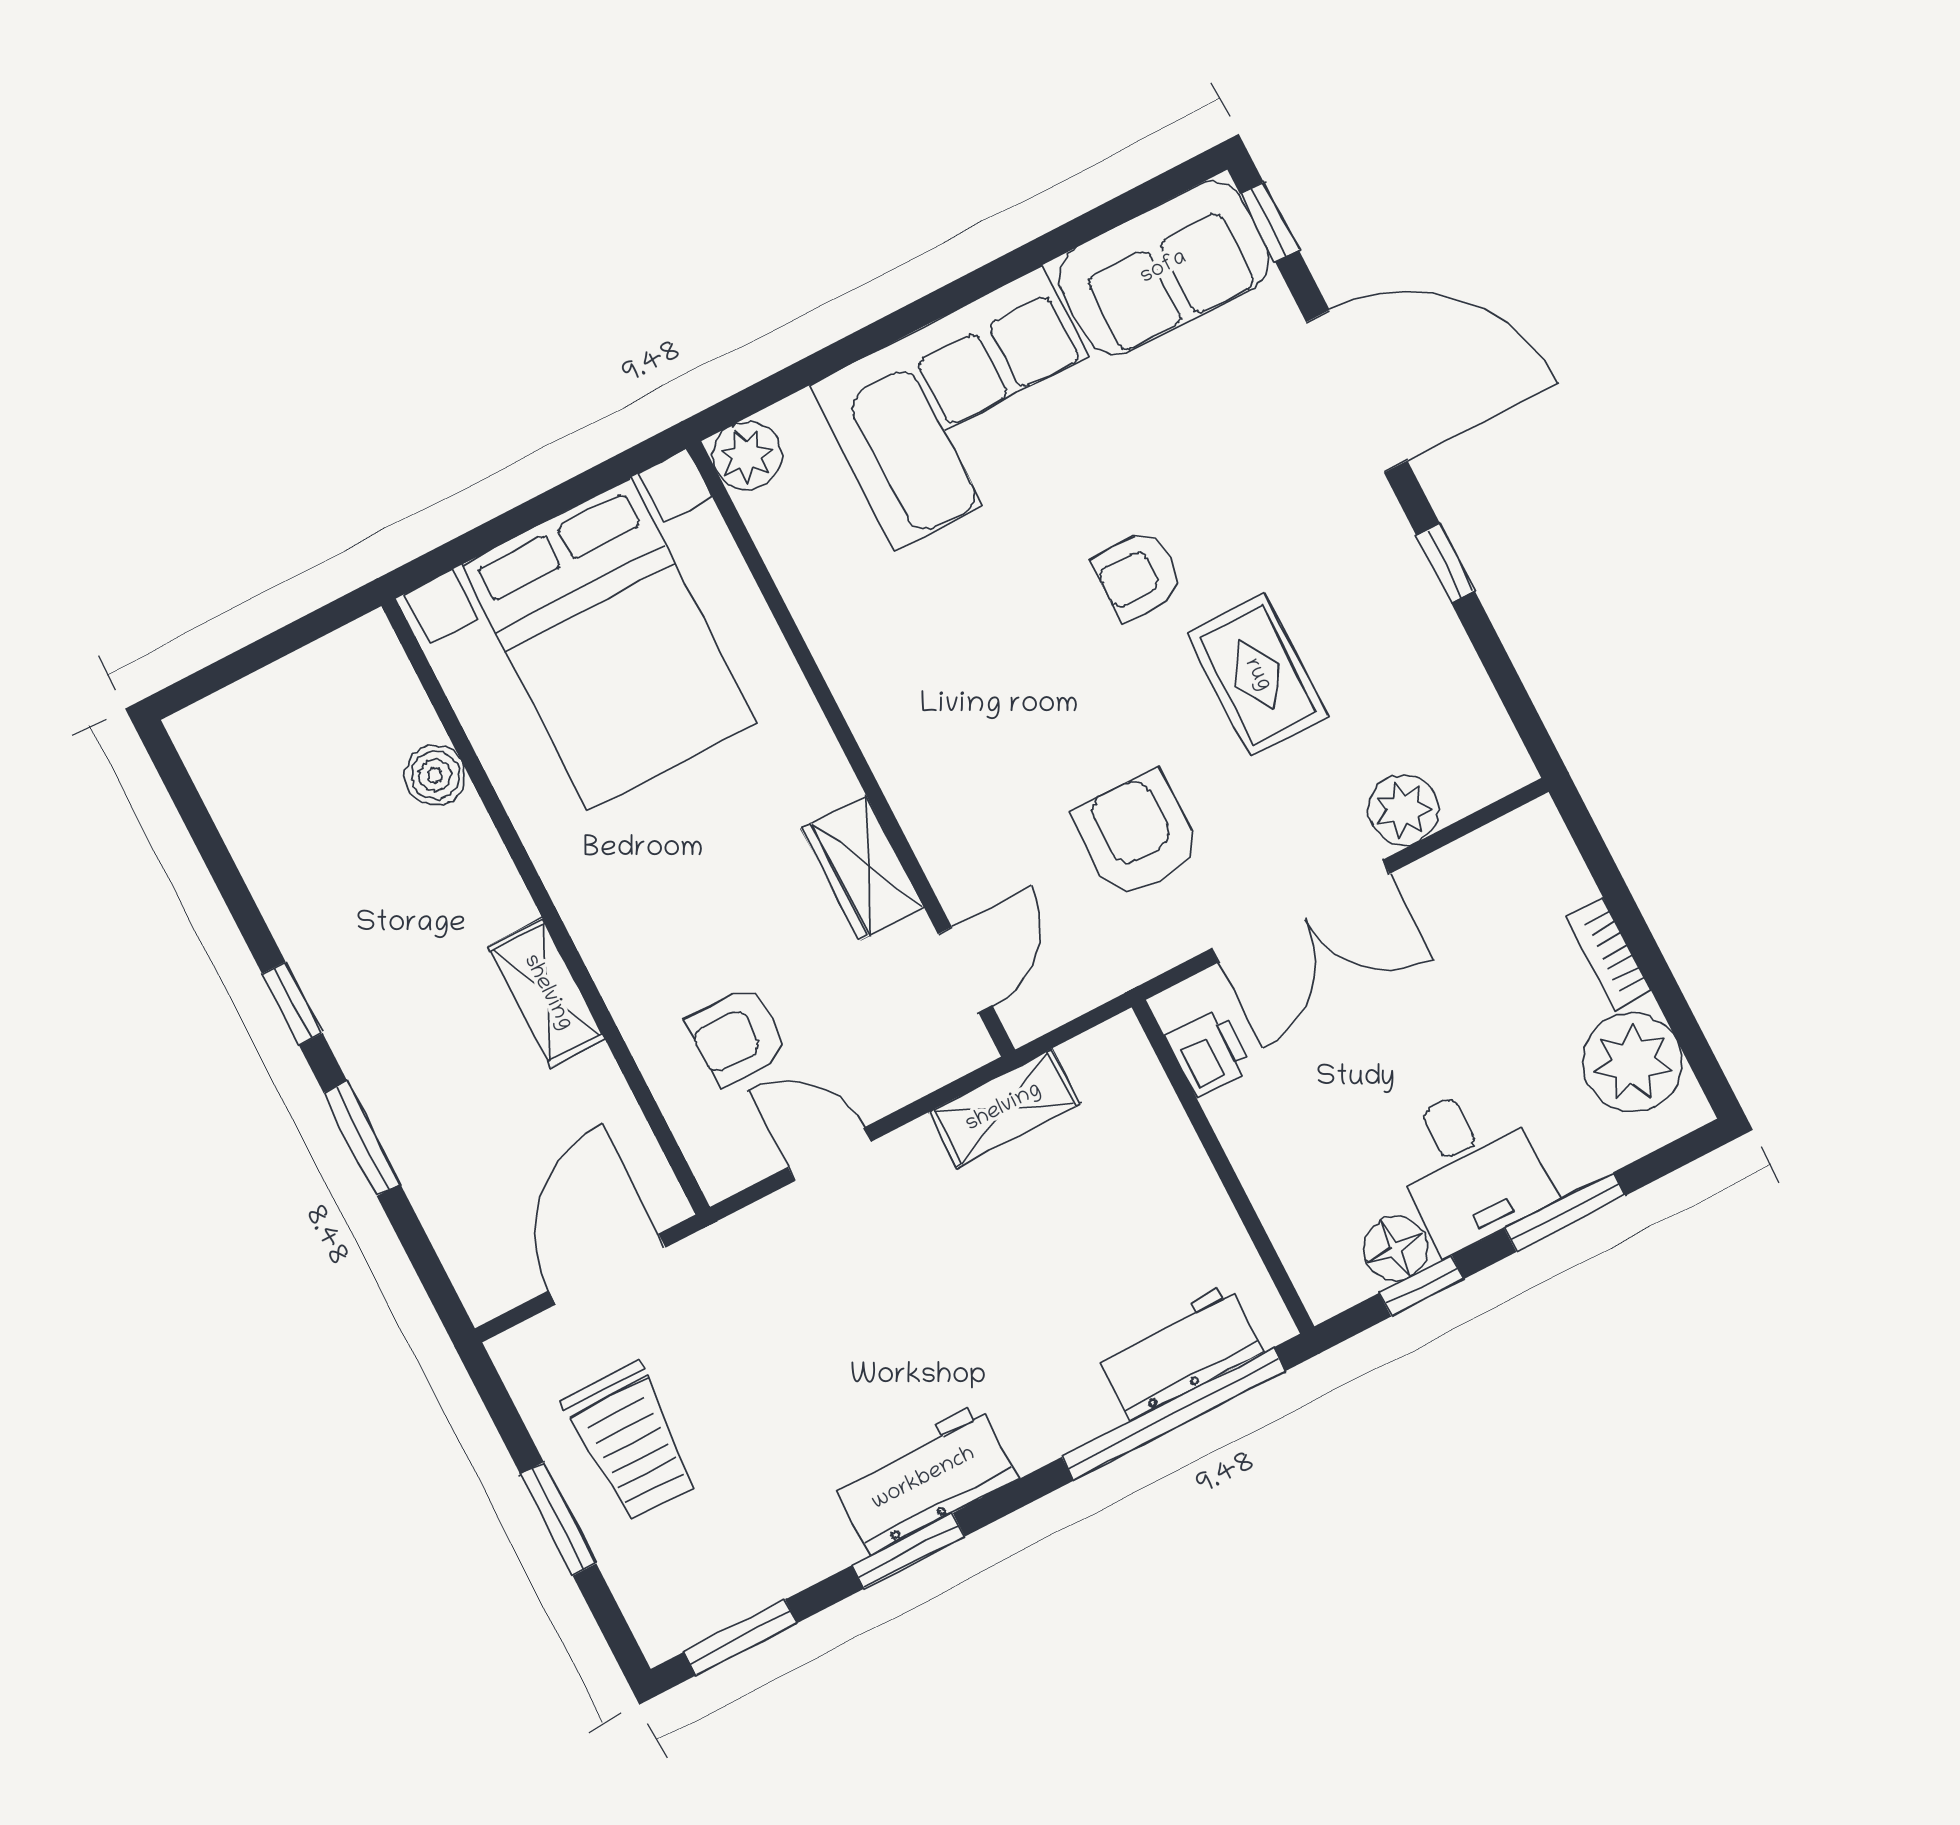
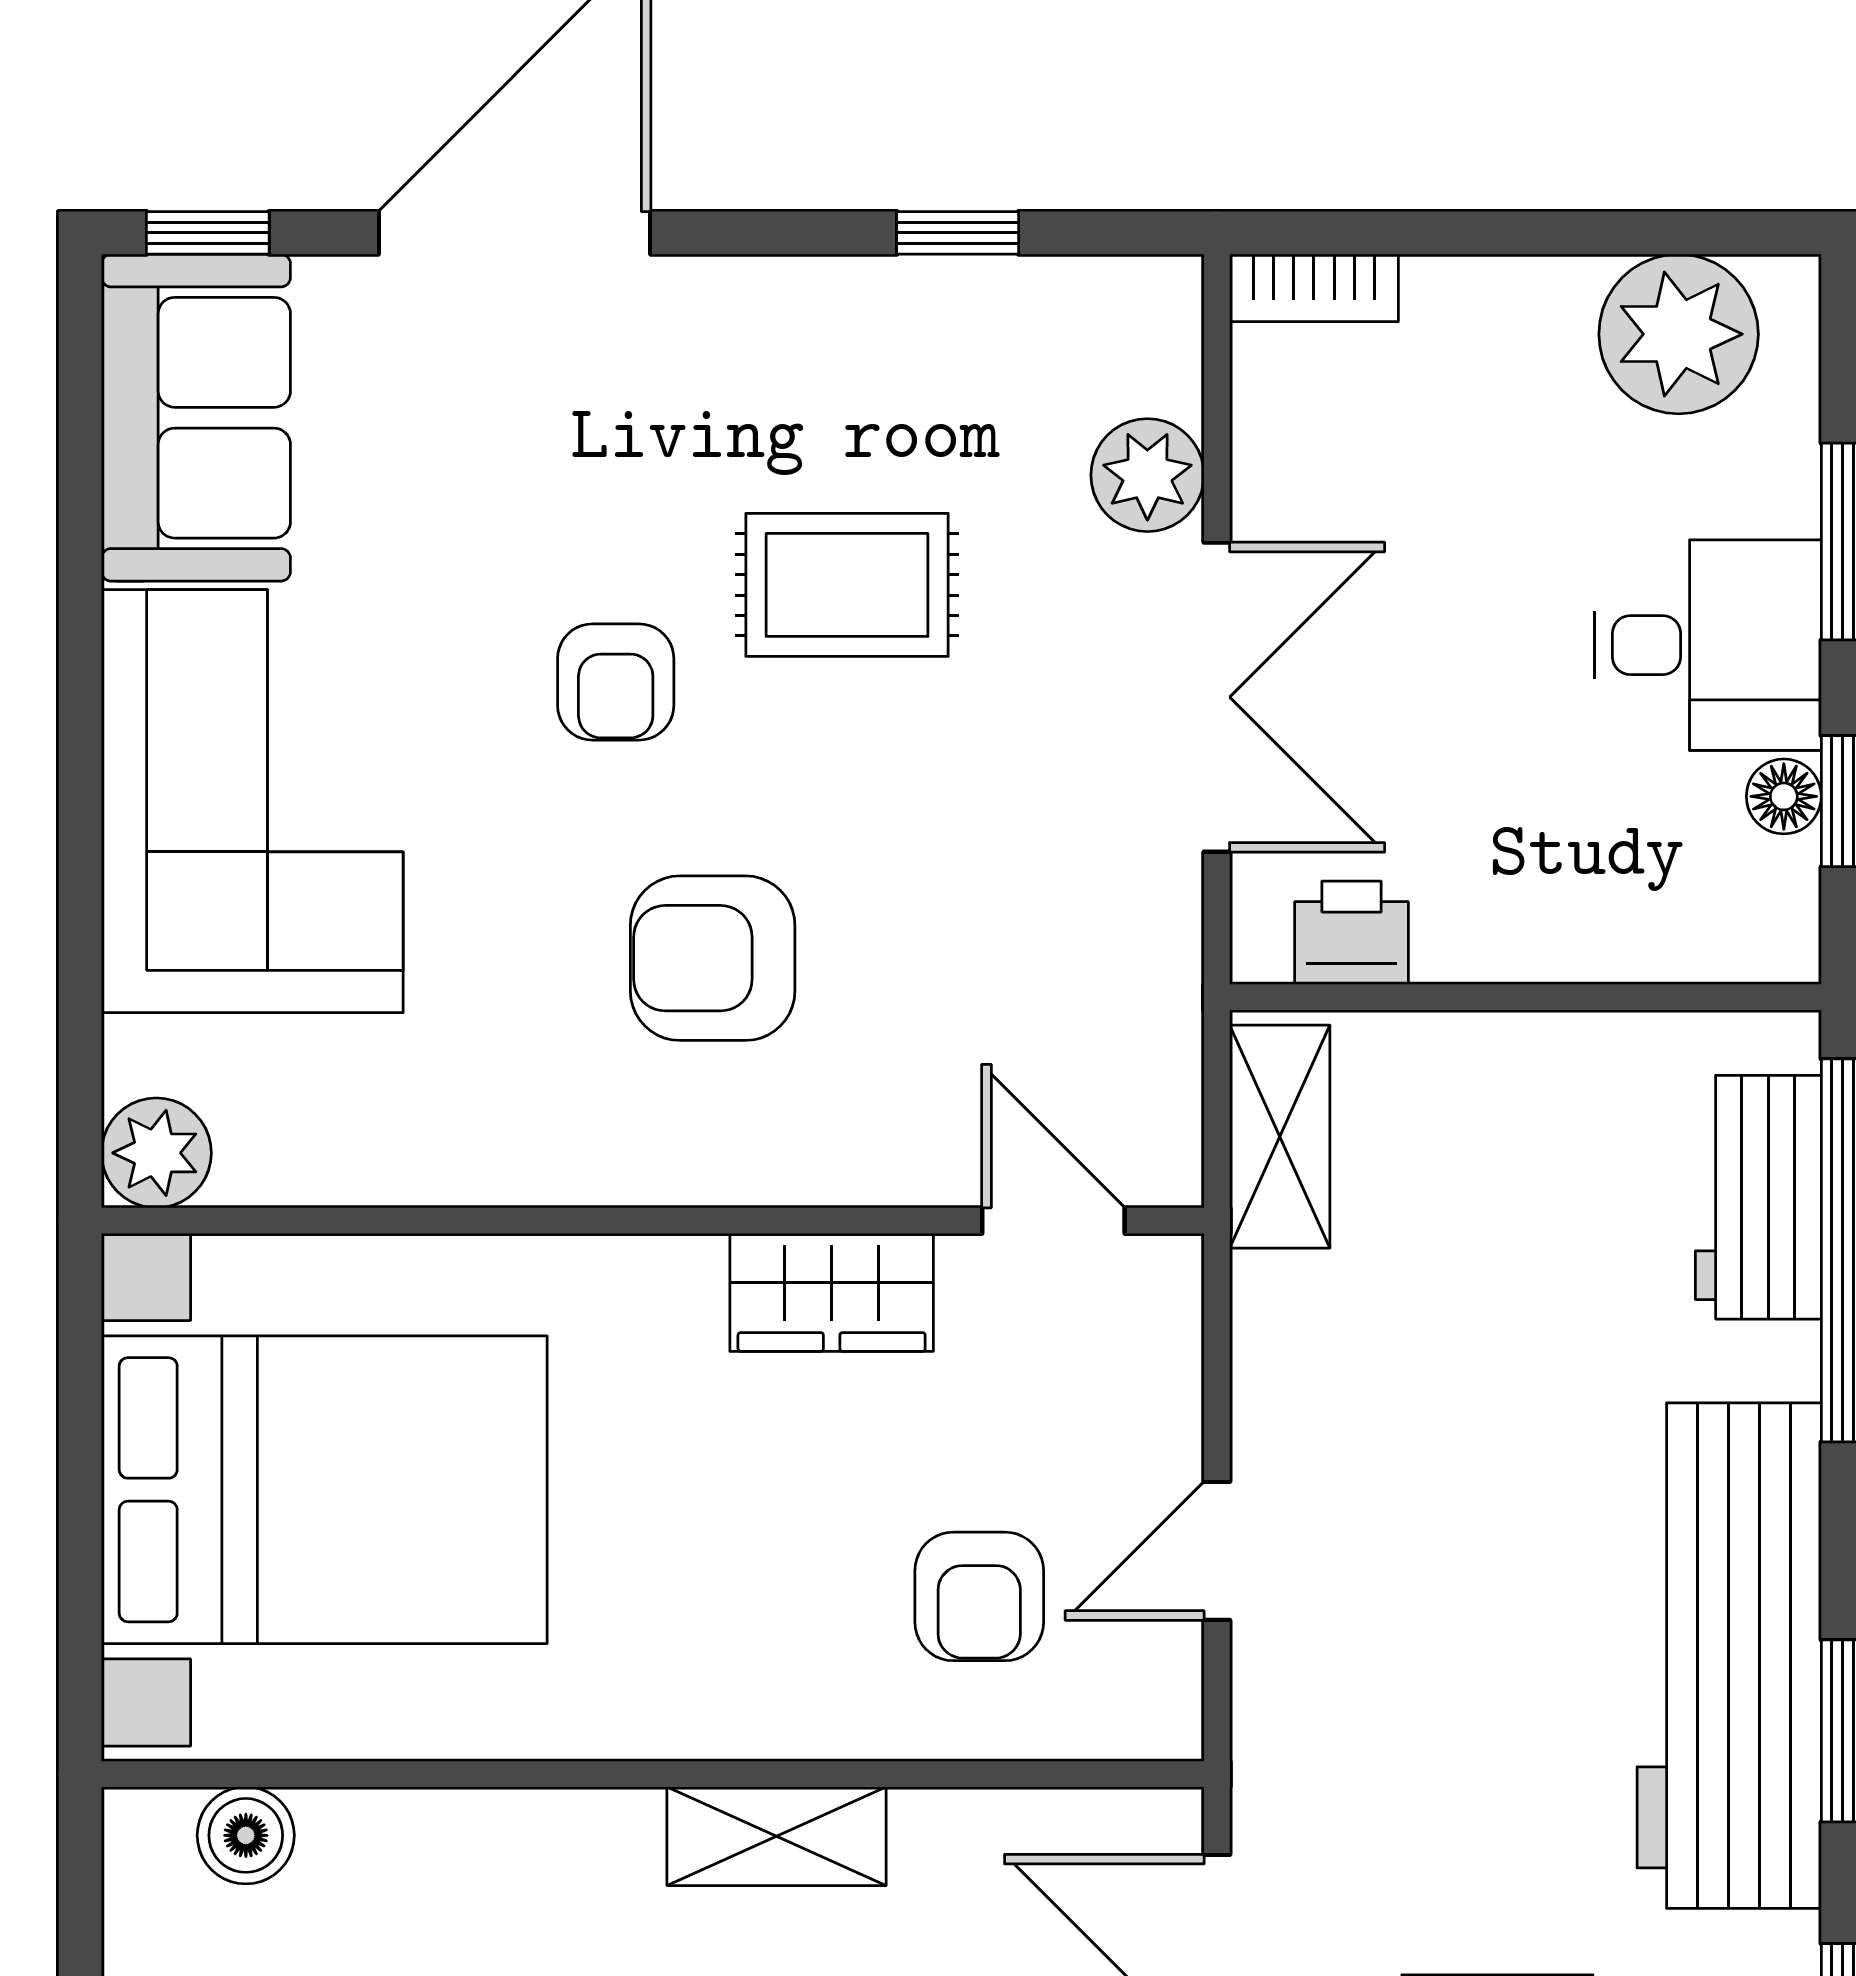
window: (1446, 563) -> (958, 233), moved
boiler: (435, 775) -> (246, 1835), moved
armchair: (1137, 835) -> (713, 958), moved
bookcase: (1609, 954) -> (1314, 288), moved
shelving: (1004, 1108) -> (1280, 1137), moved
floor lamp: (1396, 1249) -> (1784, 796), width x0.73, depth x0.73
workbench: (924, 1479) -> (1729, 1656), width x1.88, depth x1.32

